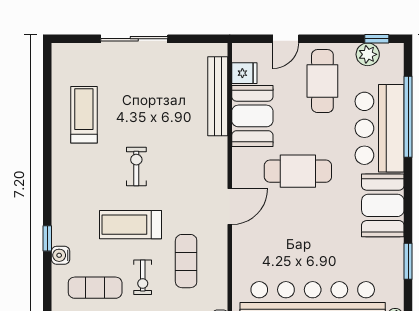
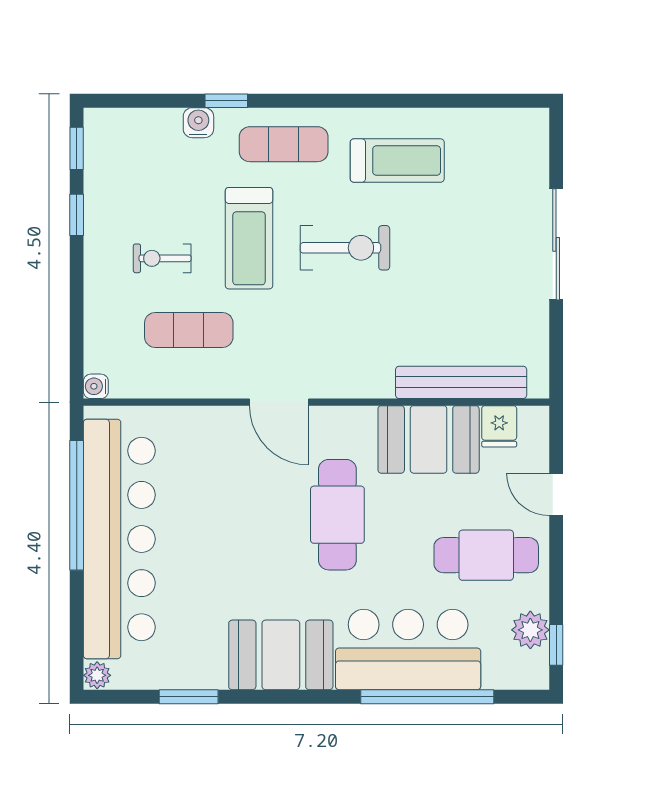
treadmill: (84, 115) -> (397, 161), moved
exercise bike: (136, 167) -> (345, 248), width x1.38, depth x1.39
treadmill: (131, 225) -> (249, 238), turned 180
exercise mat: (95, 288) -> (284, 144), moved, turned 90

